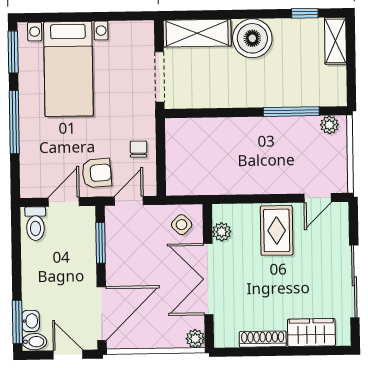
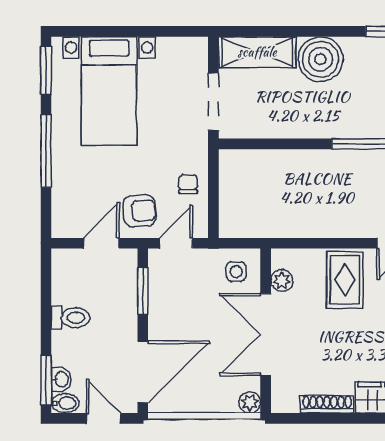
toilet: (35, 224) -> (71, 318), moved, turned -90
side table: (182, 225) -> (236, 272), turned 45

